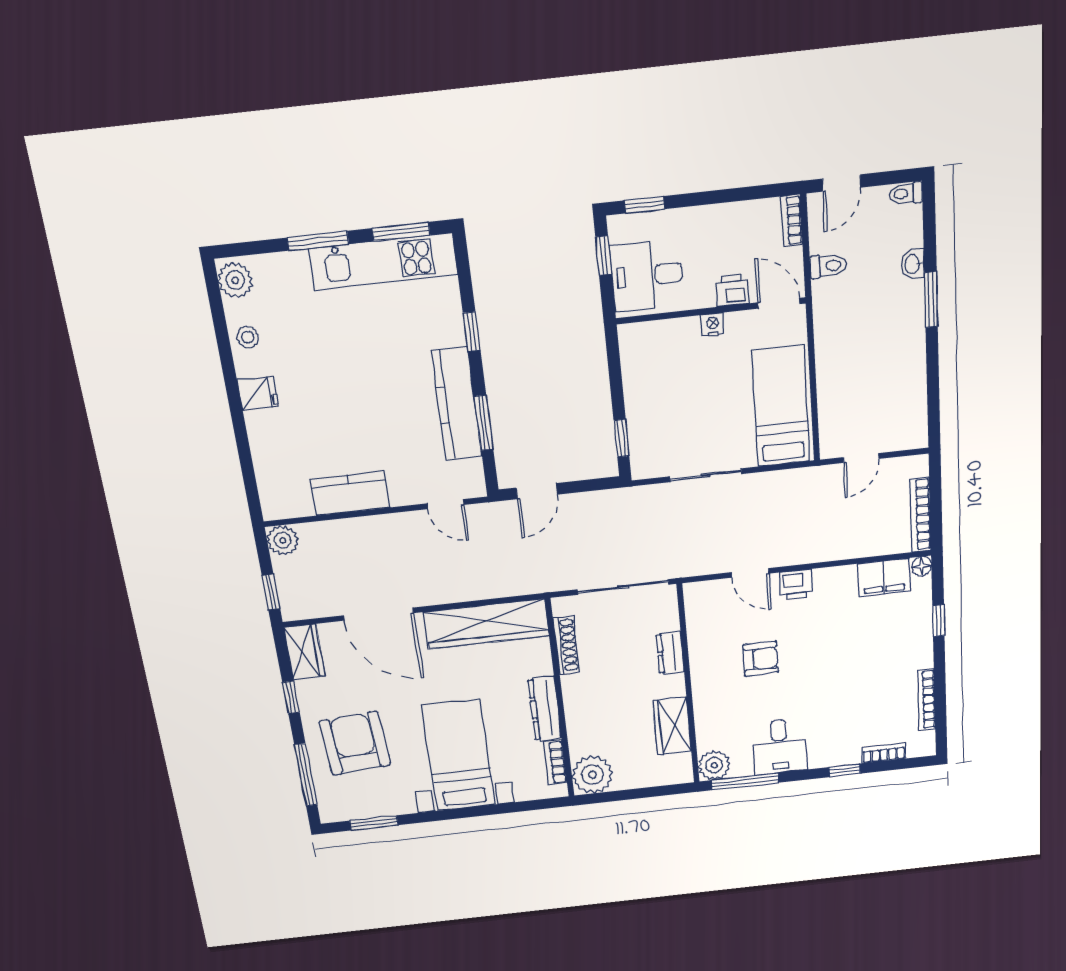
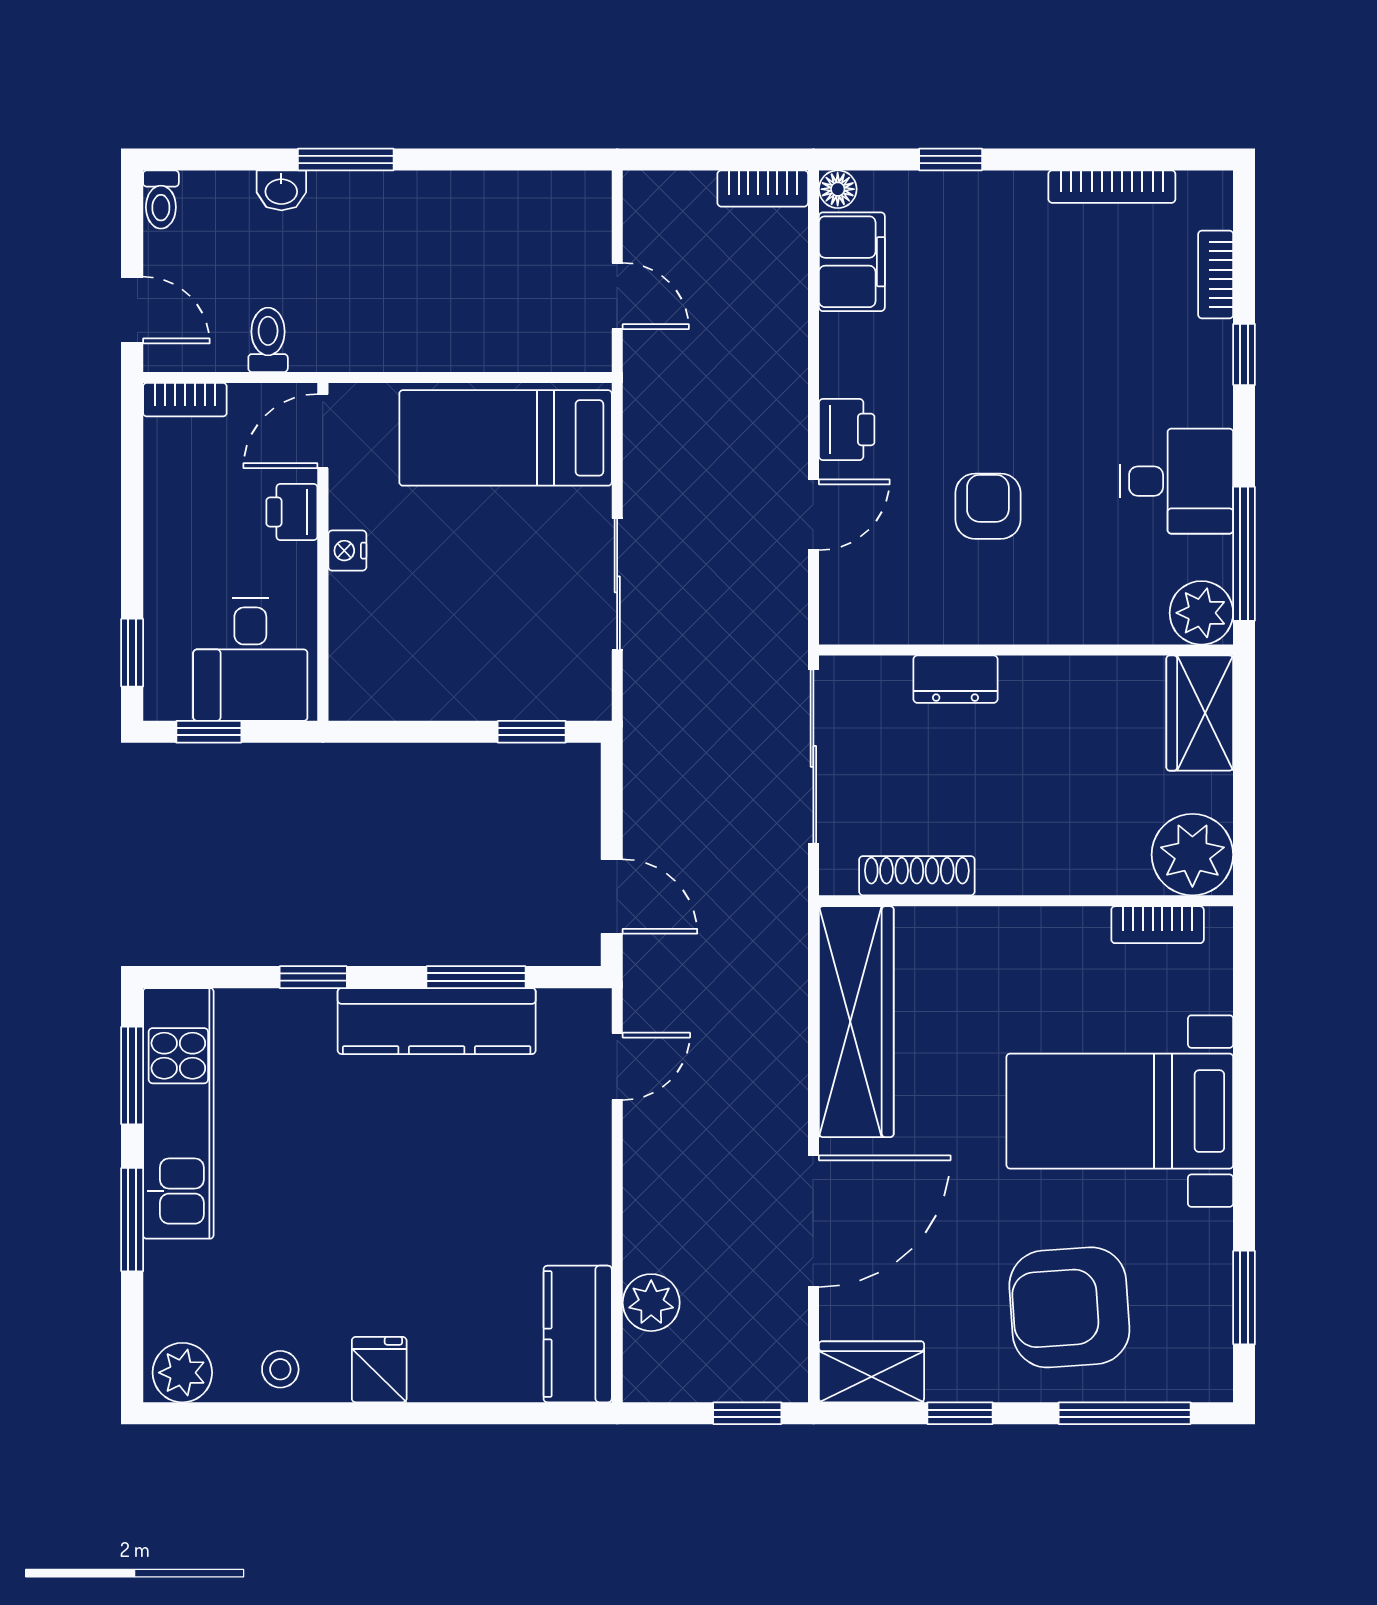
kitchen counter: (350, 493) -> (578, 1334), moved
bookcase: (921, 515) -> (763, 188), width x0.64
plant: (283, 540) -> (651, 1303), moved
dresser: (545, 709) -> (1041, 932), removed
wardrobe: (672, 726) -> (1200, 713), moved, turned 90

